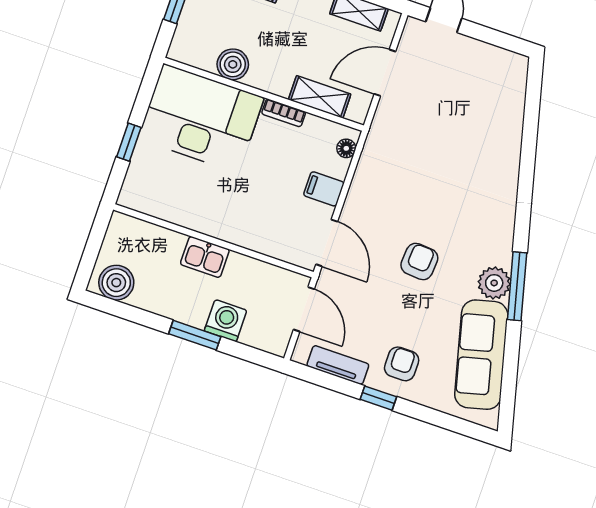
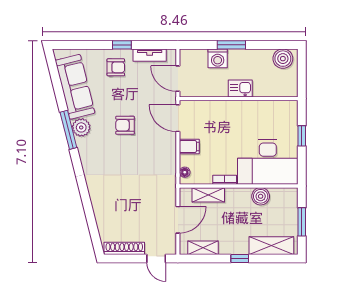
shoe rack: (491, 55) -> (124, 248), added
armchair: (419, 262) -> (125, 125), turned 86
armchair: (402, 364) -> (116, 67), turned -90

